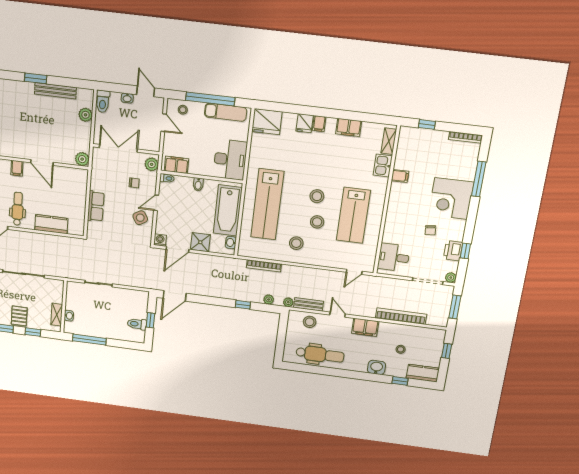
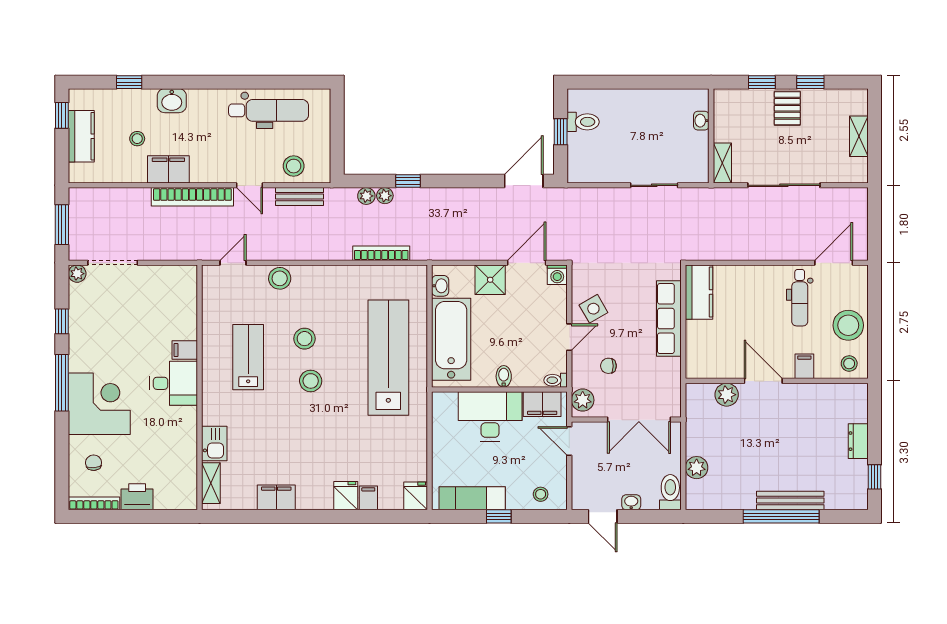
window: (36, 78) -> (781, 516), width x2.11
bench: (55, 91) -> (790, 500), moved
window: (210, 99) -> (499, 516), width x0.32
fridge: (267, 122) -> (416, 496), width x0.53, depth x0.75
door: (164, 123) -> (569, 441), moved
filing cabinet: (319, 124) -> (368, 498), moved
window: (427, 124) -> (156, 516), removed
plant: (82, 159) -> (727, 395), moved
desk: (230, 160) -> (490, 417), moved, turned 90
filing cabinet: (400, 176) -> (185, 350), moved
window: (479, 179) -> (62, 383), moved
row of seats: (96, 206) -> (669, 319), width x1.48
lab bench: (353, 215) -> (248, 357), width x0.73, depth x0.72
kitchen counter: (51, 224) -> (699, 292), moved, turned -90
chair: (430, 230) -> (94, 463), moved
stool: (296, 243) -> (280, 278), moved
printer: (453, 251) -> (137, 497), moved, turned -90
desk: (394, 257) -> (173, 383), moved
plant: (288, 302) -> (385, 196), moved
shelving: (57, 315) -> (722, 163), moved
bookcase: (401, 316) -> (192, 197), moved
filing cabinet: (365, 327) -> (168, 169), moved
window: (89, 340) -> (663, 82), removed
window: (447, 351) -> (62, 115), moved
dental chair: (320, 355) -> (269, 110), turned 180
kitchen counter: (423, 373) -> (81, 136), moved, turned -90

